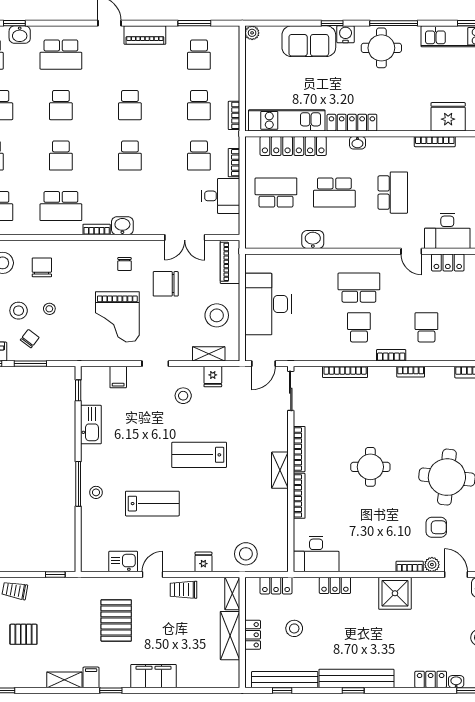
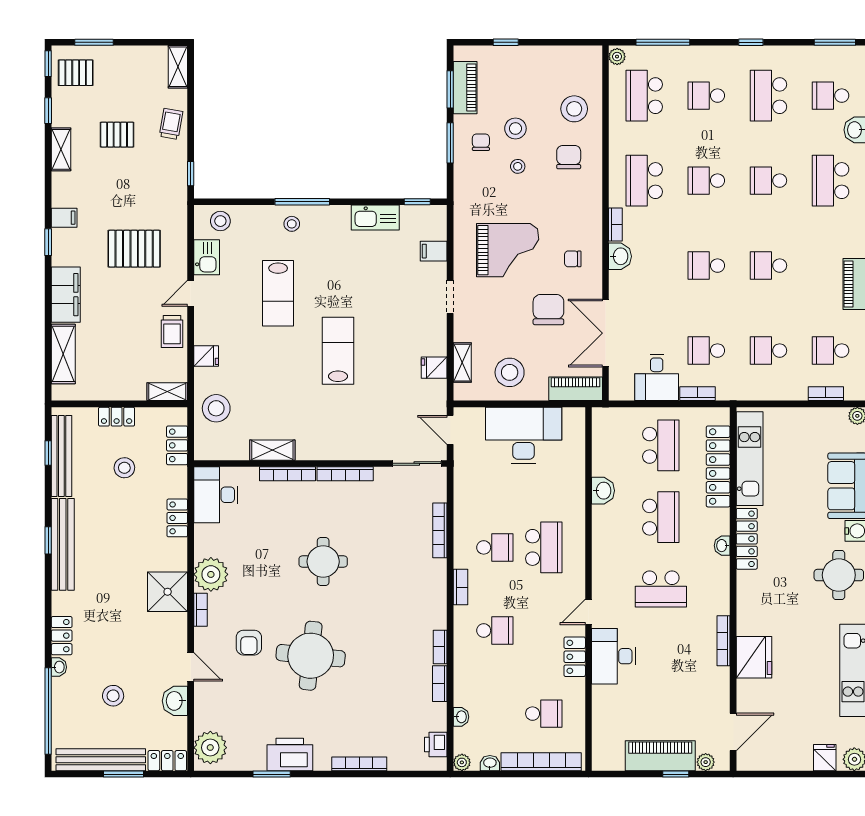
bookcase: (234, 115) -> (826, 394), moved
school desk: (334, 193) -> (661, 517), turned 180
double door: (185, 237) -> (605, 333), width x1.37
chair: (42, 267) -> (569, 157), turned -90
grand piano: (117, 317) -> (508, 250), turned 180
chair: (30, 339) -> (481, 142), turned -127
bookcase: (411, 372) -> (440, 647), moved
stool: (183, 396) -> (220, 221), moved
shelving: (280, 470) -> (272, 450), moved
plant: (432, 565) -> (211, 574), moved, width x1.87, depth x1.87
door: (152, 575) -> (191, 293), swing flipped
door: (456, 575) -> (191, 667), hinge flipped
trolley: (184, 590) -> (172, 332), turned 180
pallet: (23, 634) -> (117, 135), turned 90
shelving: (230, 636) -> (63, 354), moved, turned 90
shelving: (64, 680) -> (61, 149), moved

